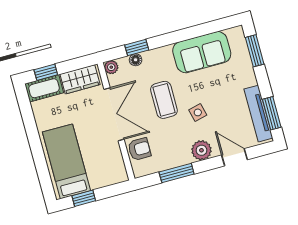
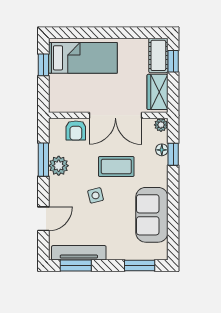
plant: (201, 150) -> (59, 166), moved

